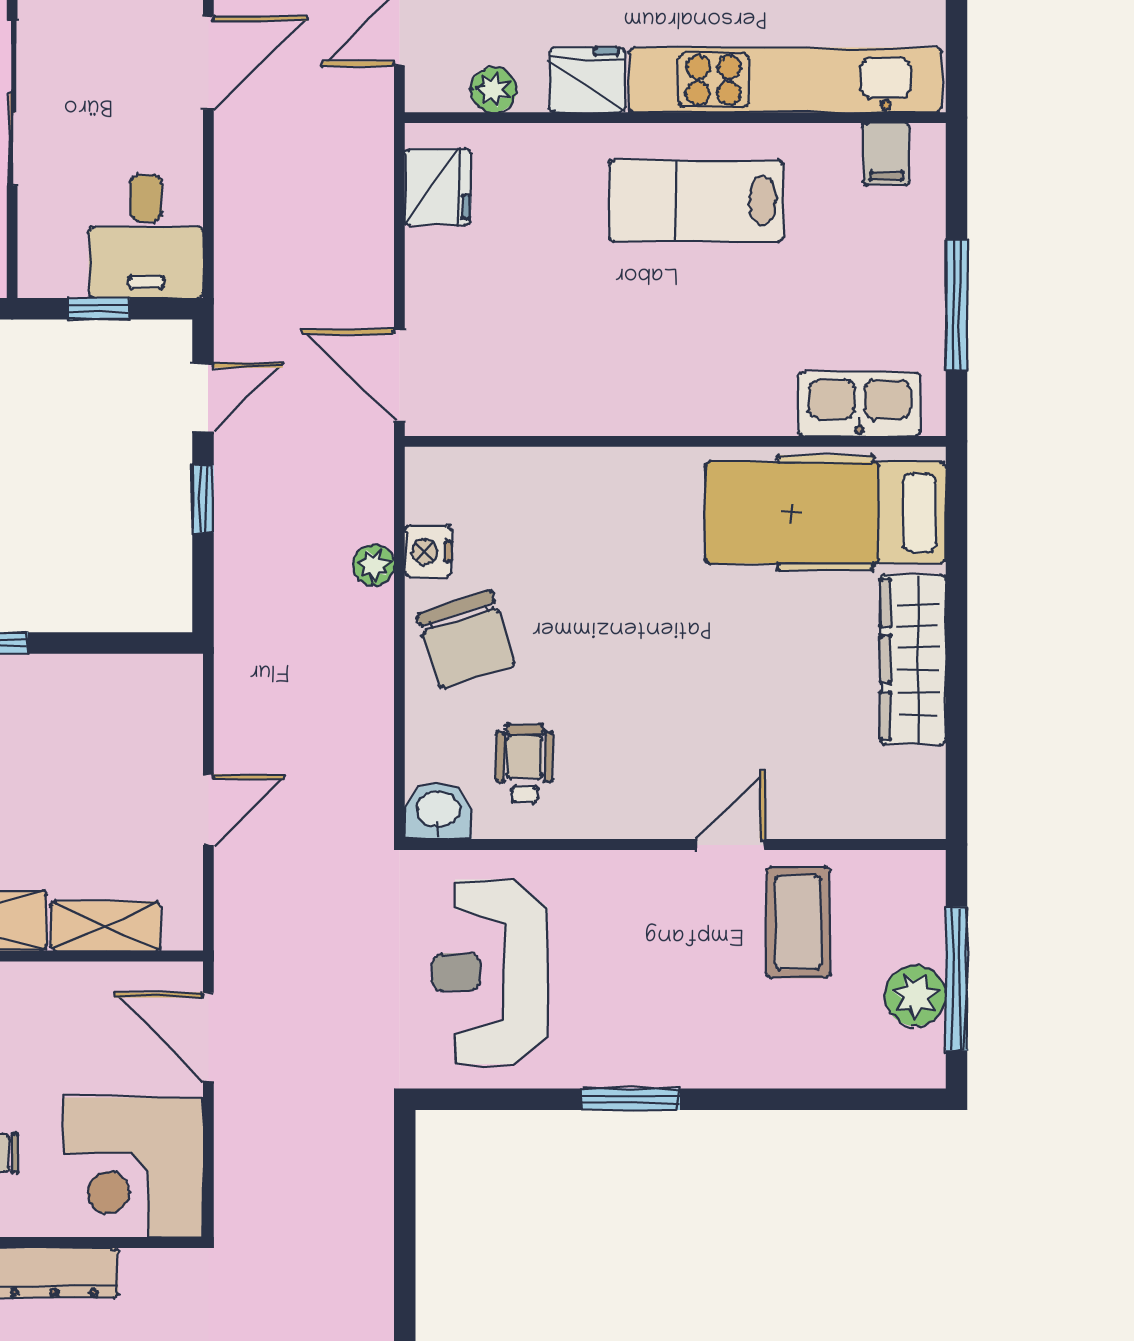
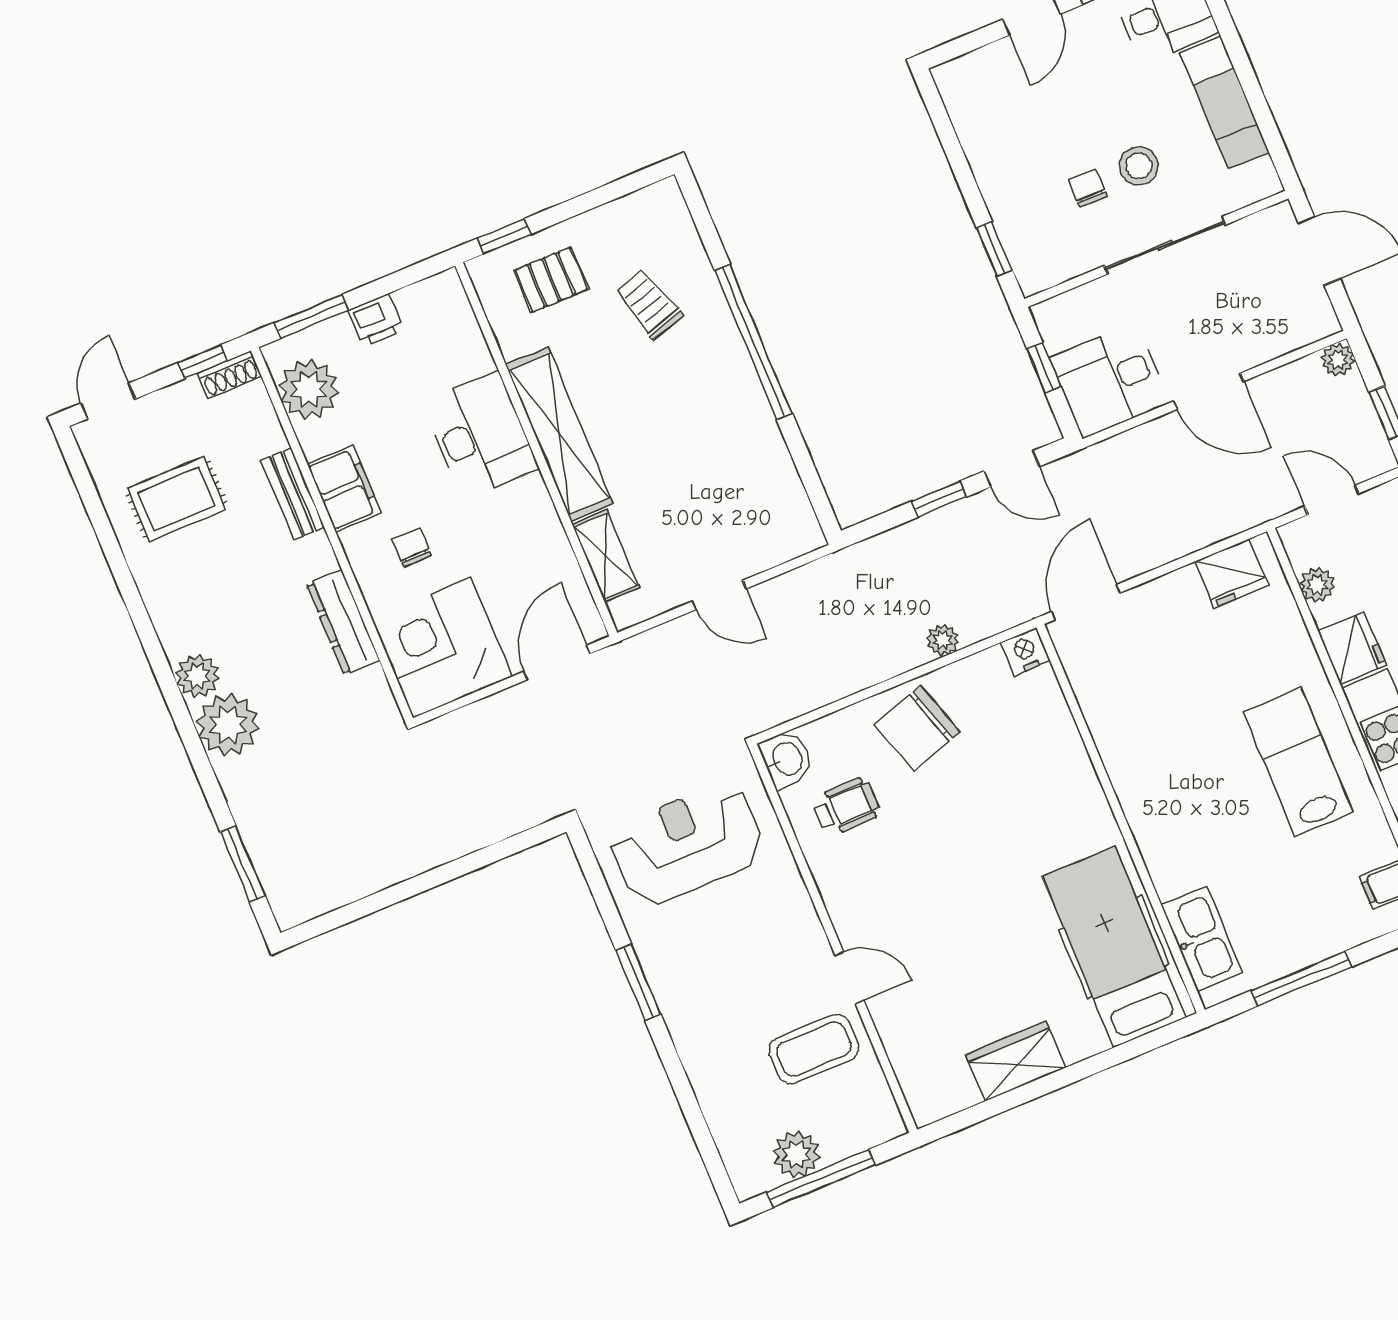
door: (208, 63) -> (1209, 391), moved
nightstand: (428, 551) -> (1025, 651), moved
wardrobe: (913, 659) -> (1015, 1061), width x0.67

